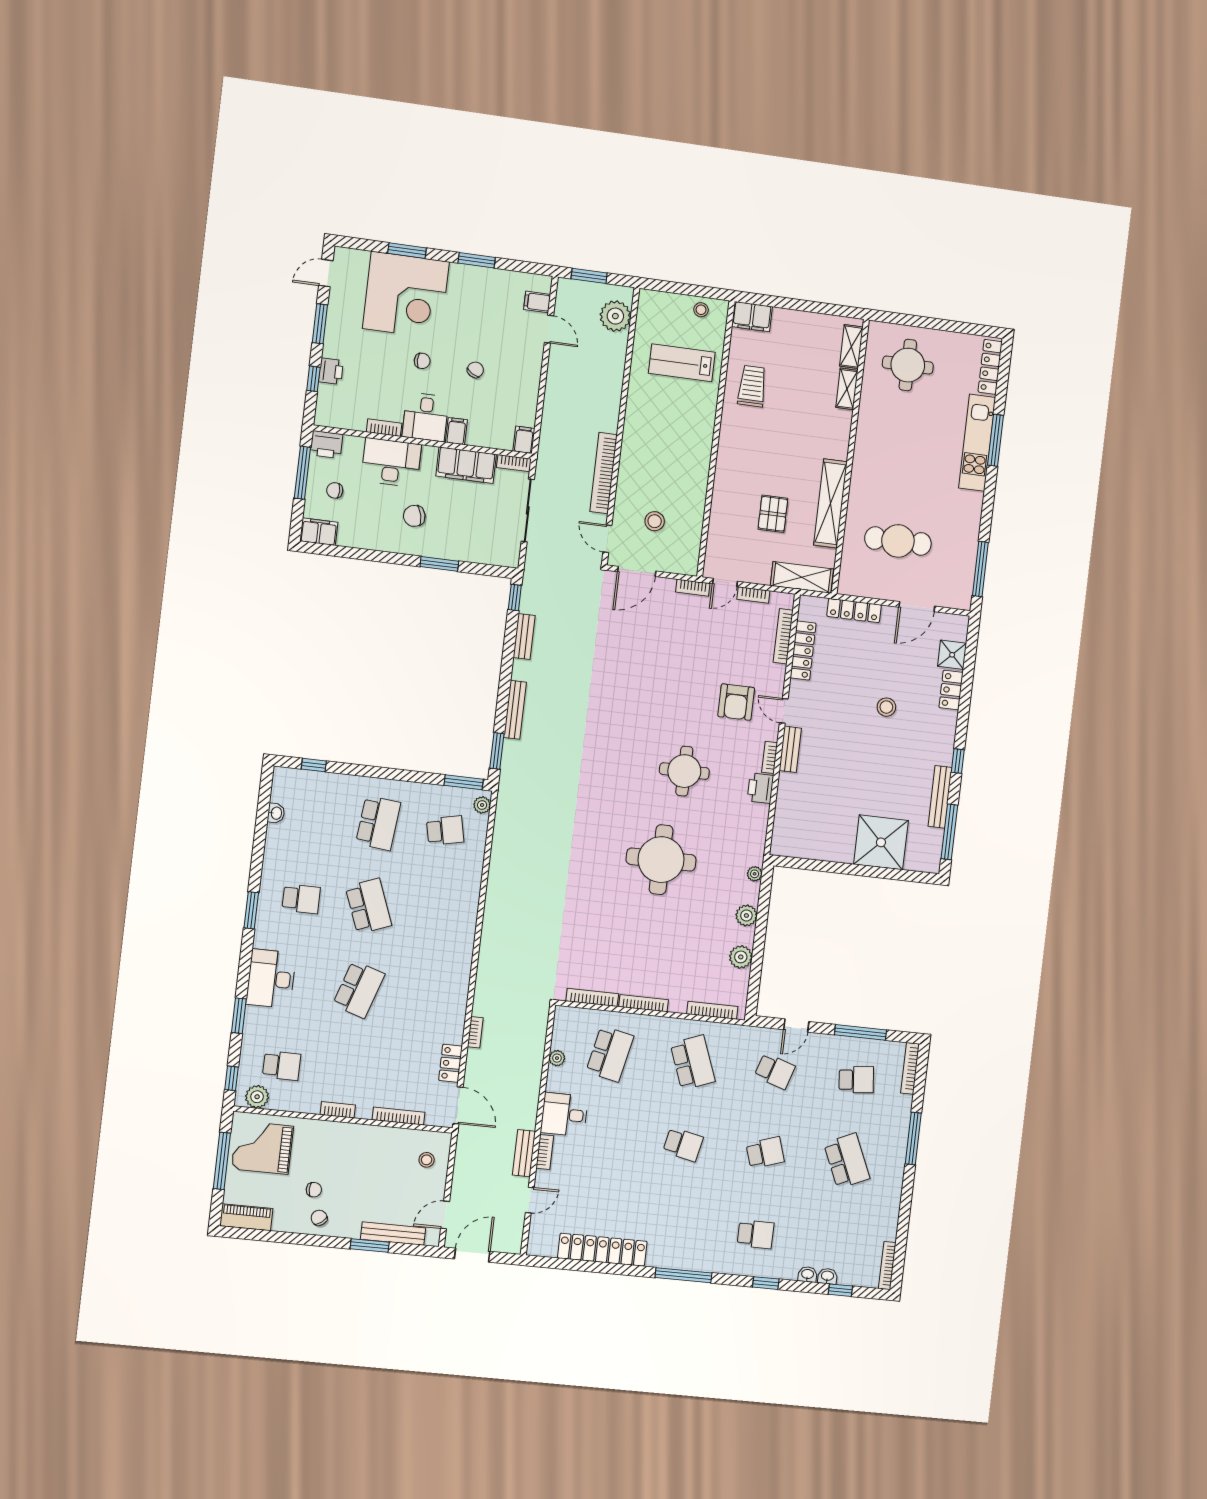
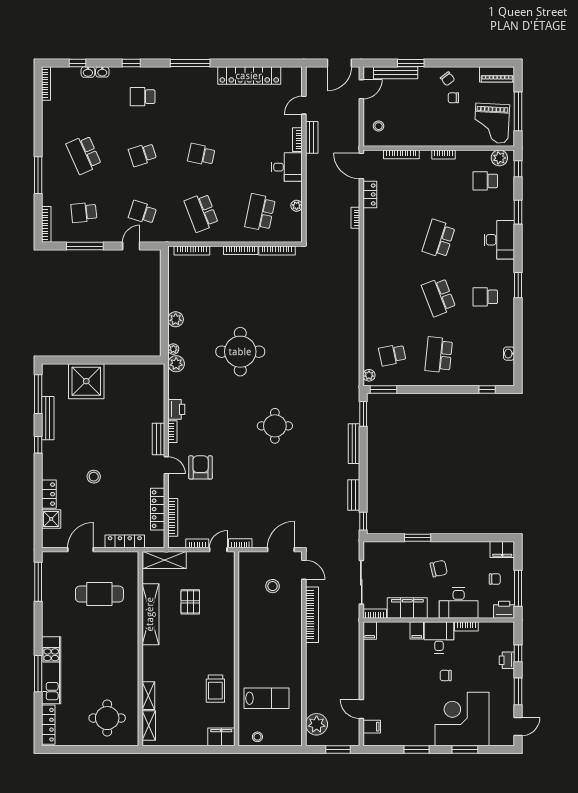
chair: (475, 370) -> (409, 674), removed
round table: (684, 771) -> (275, 426), moved
plant: (741, 957) -> (176, 364), moved
grand piano: (262, 1148) -> (492, 123), turned 93

